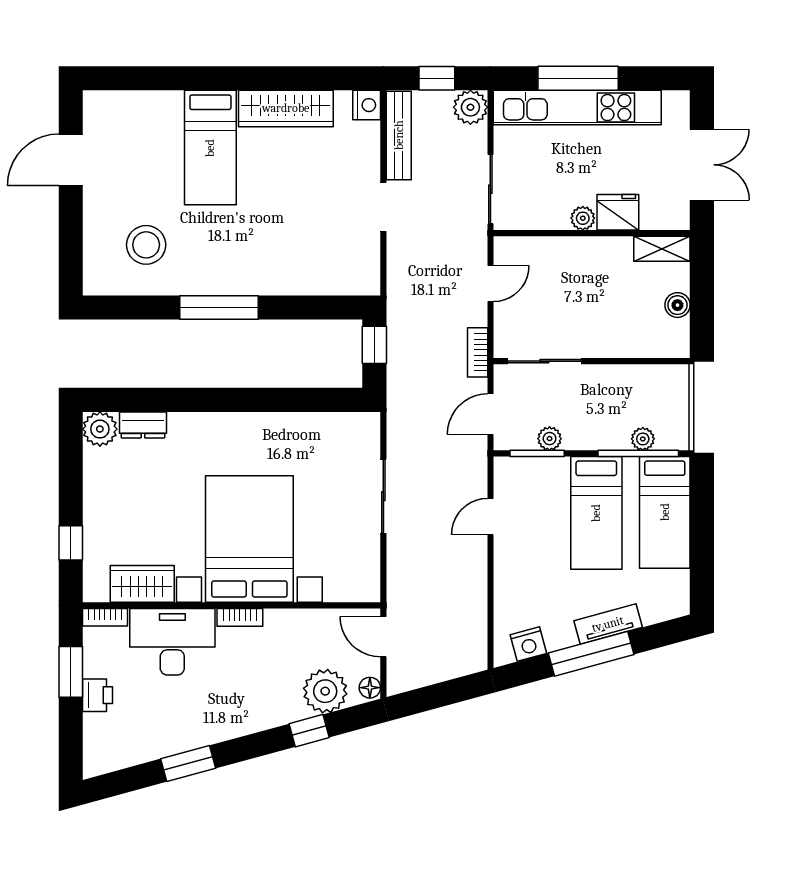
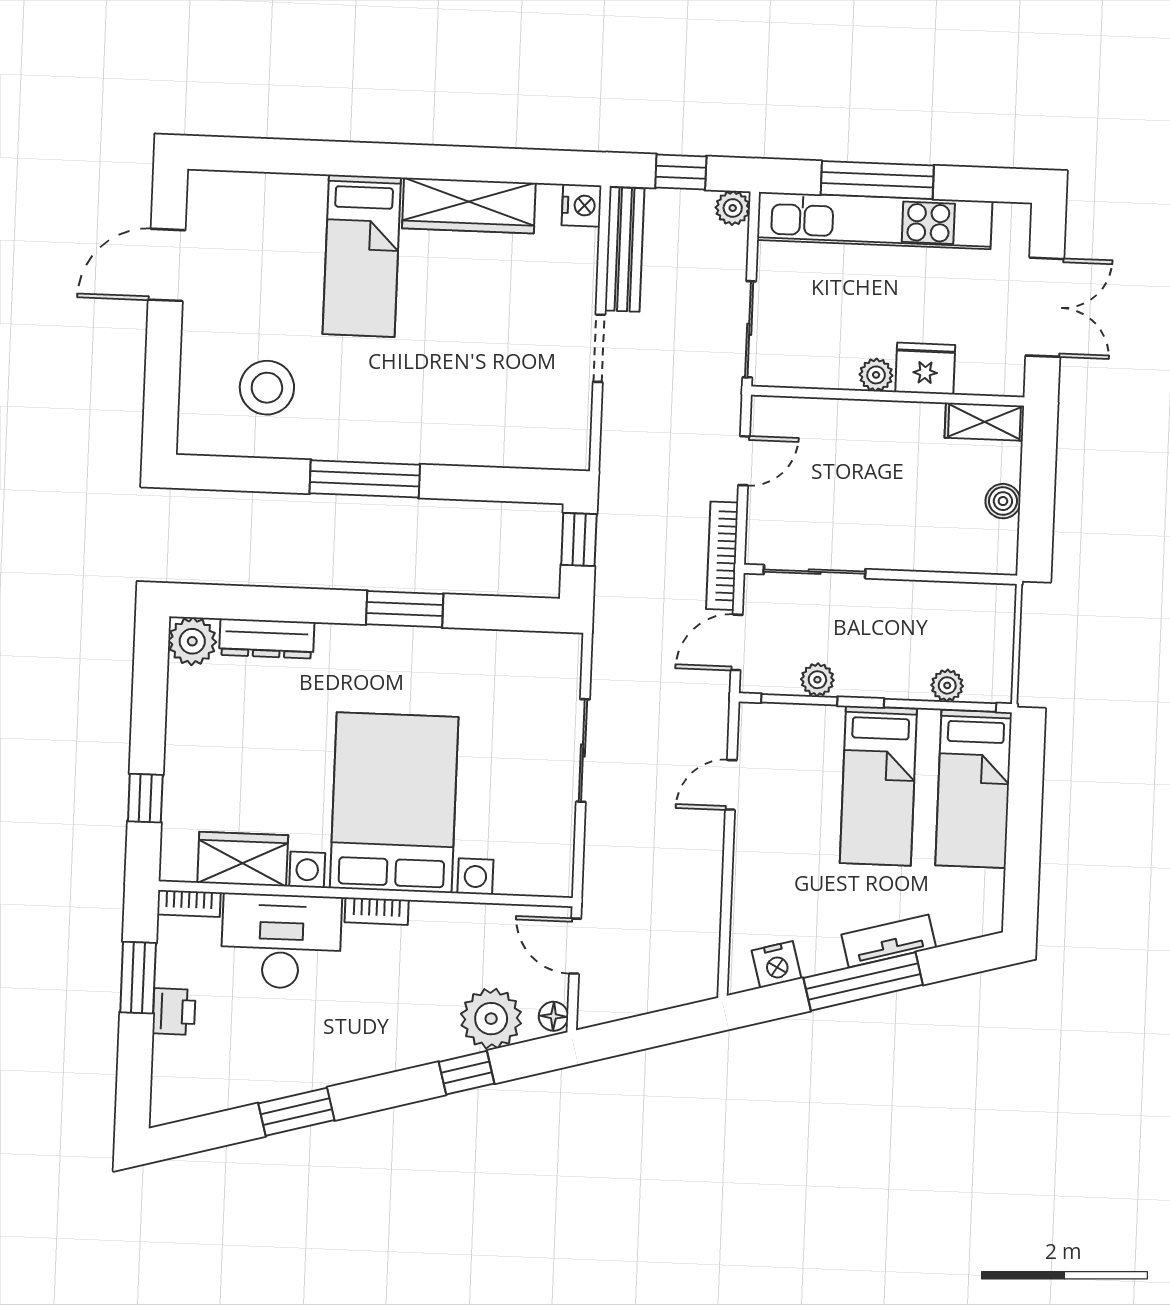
plant: (470, 107) -> (733, 208), width x0.73, depth x0.73
bookcase: (478, 352) -> (722, 556), width x1.56
window: (251, 400) -> (405, 609), added
dresser: (143, 425) -> (267, 639), width x1.44

